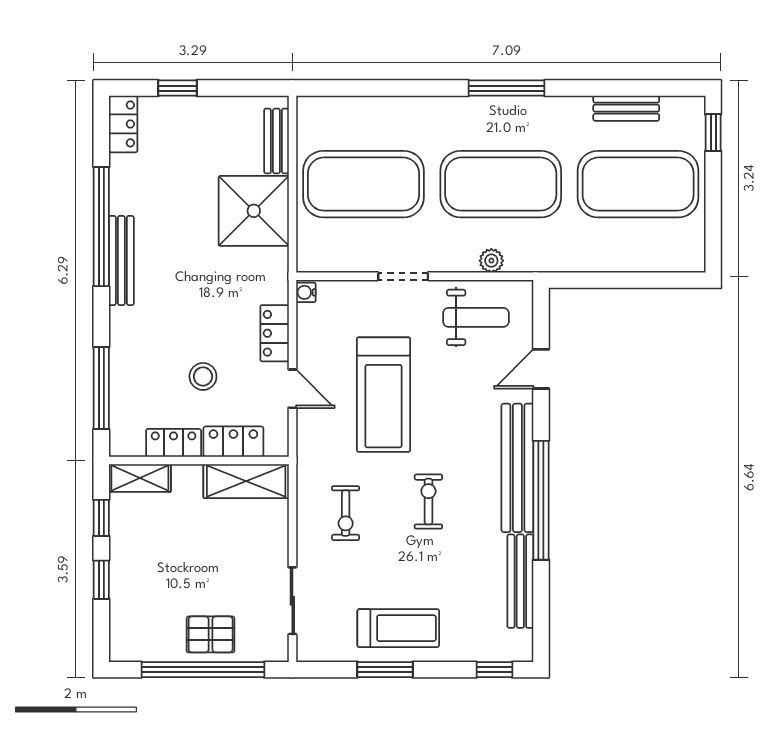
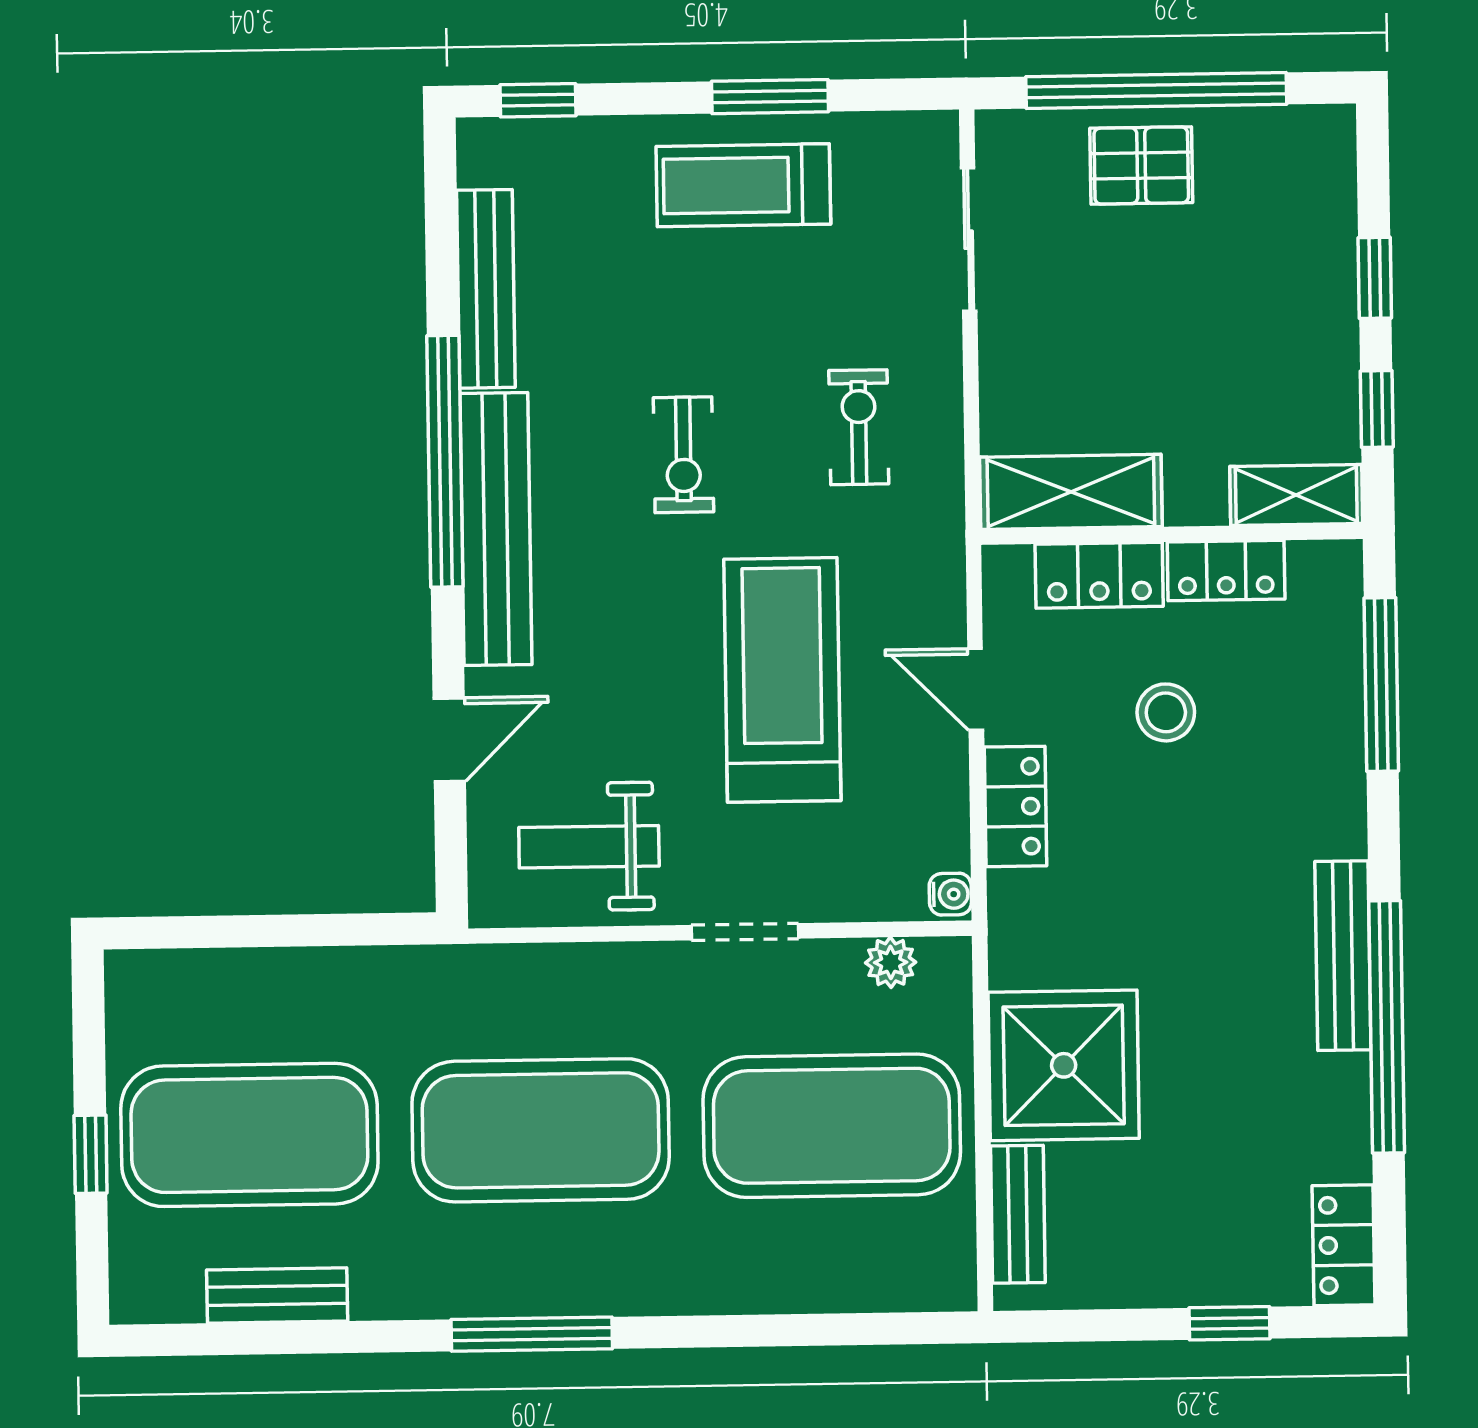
window: (713, 133) -> (91, 1154), moved
plant: (491, 261) -> (891, 962), moved

